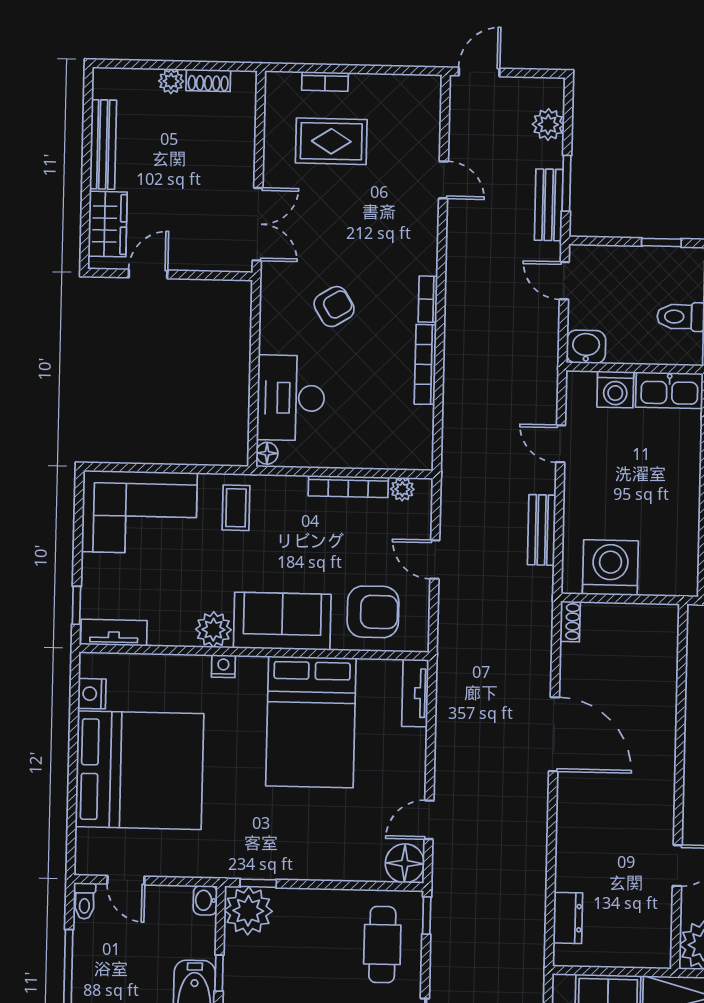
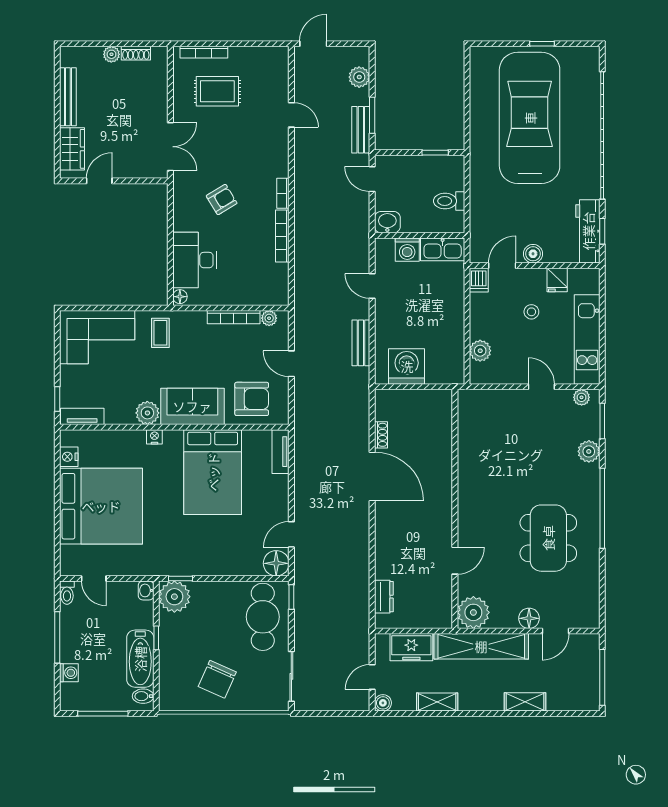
bookcase: (325, 81) -> (204, 52), width x1.56
shoe rack: (570, 622) -> (381, 435), moved
cafe table: (382, 945) -> (263, 617), width x1.37, depth x1.35

